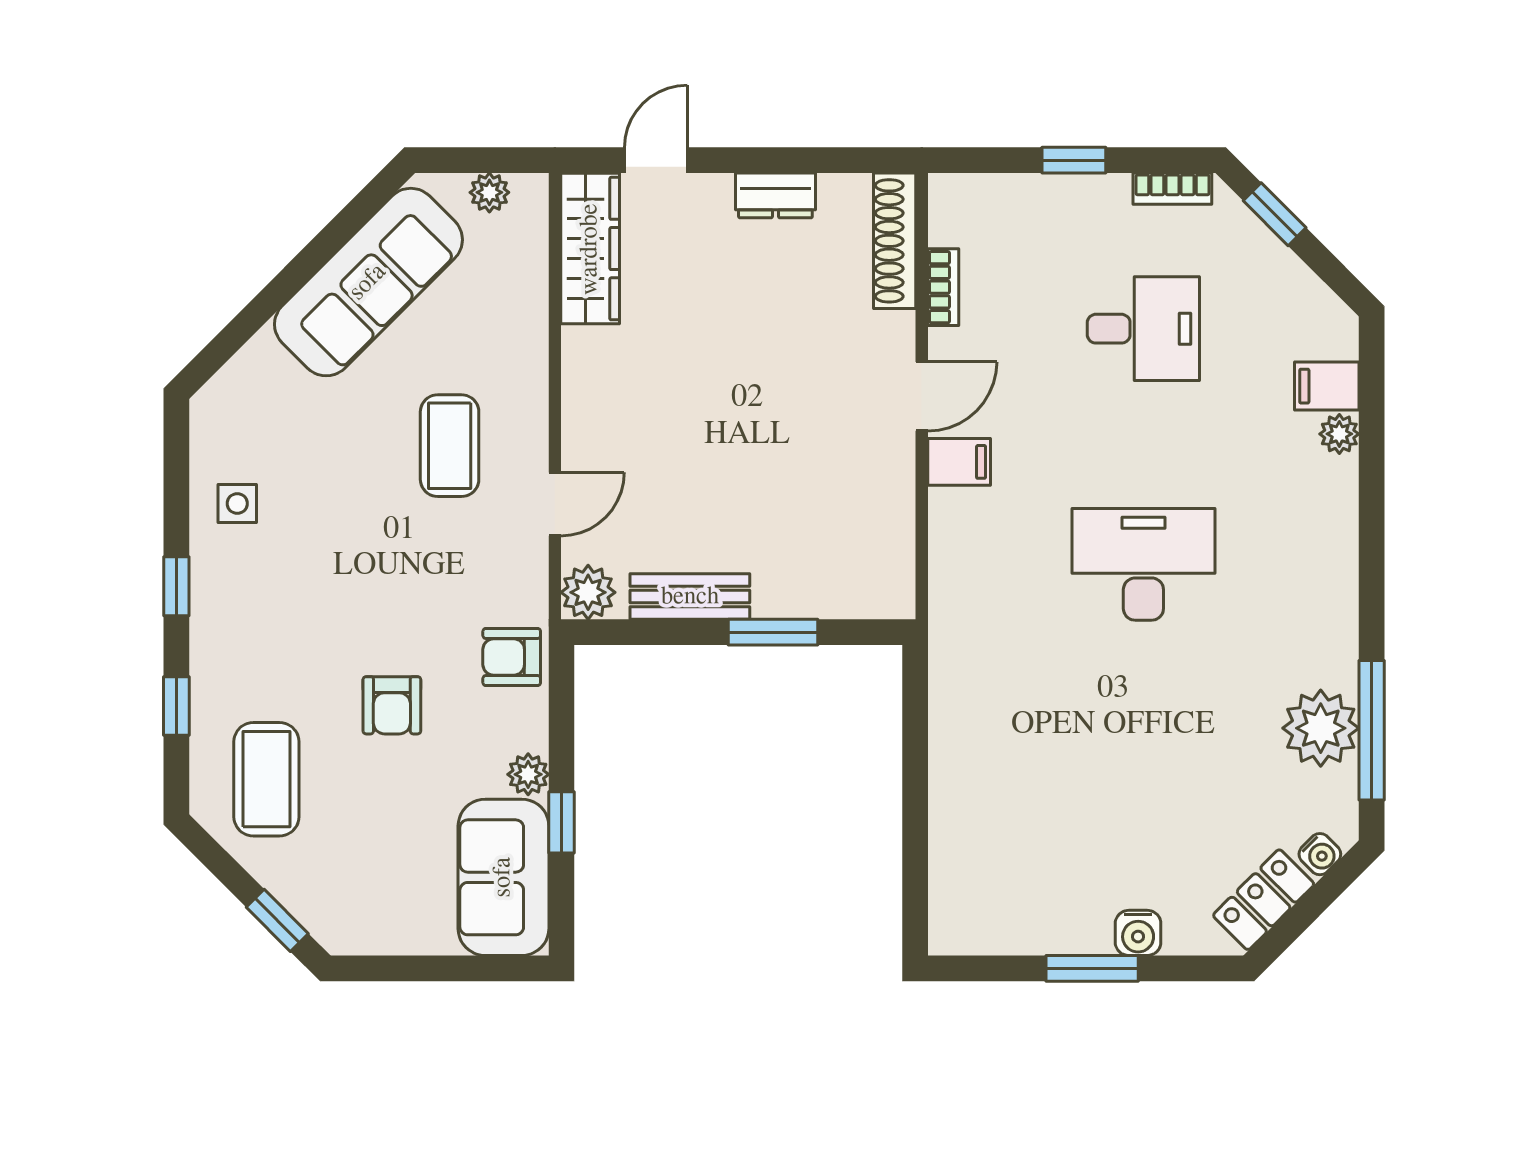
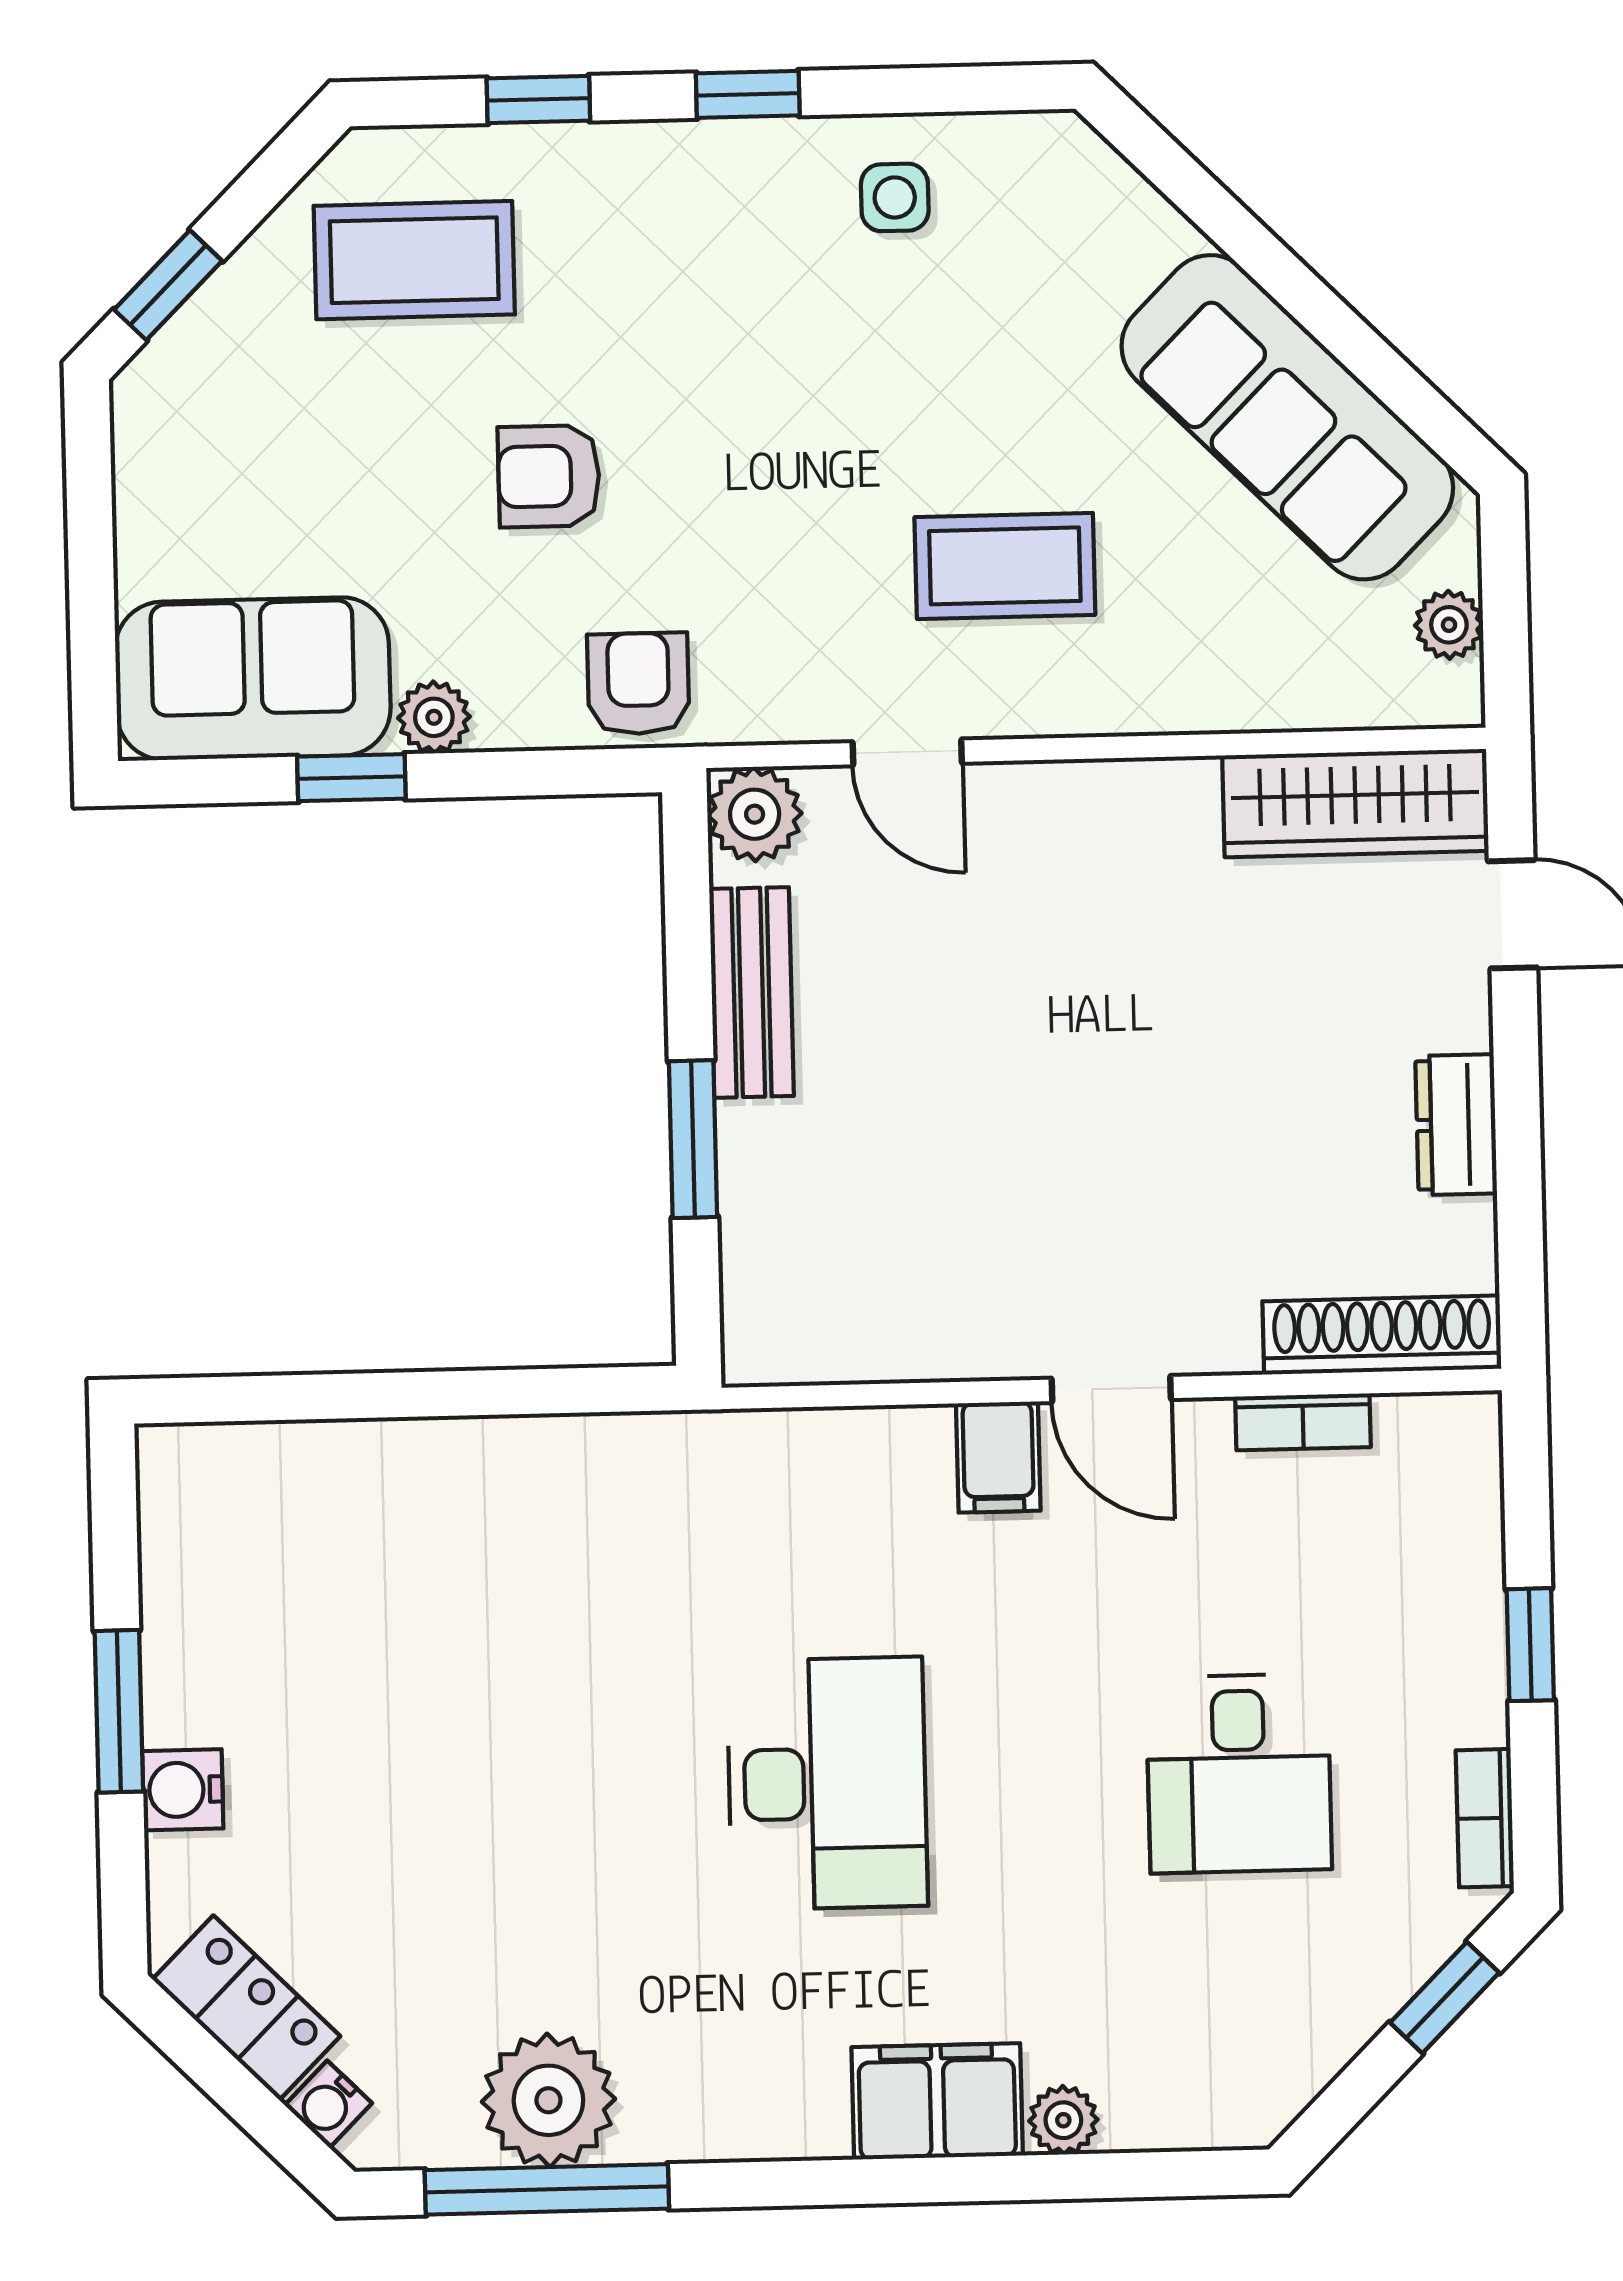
filing cabinet: (1327, 386) -> (937, 2101), moved, width x2.00

